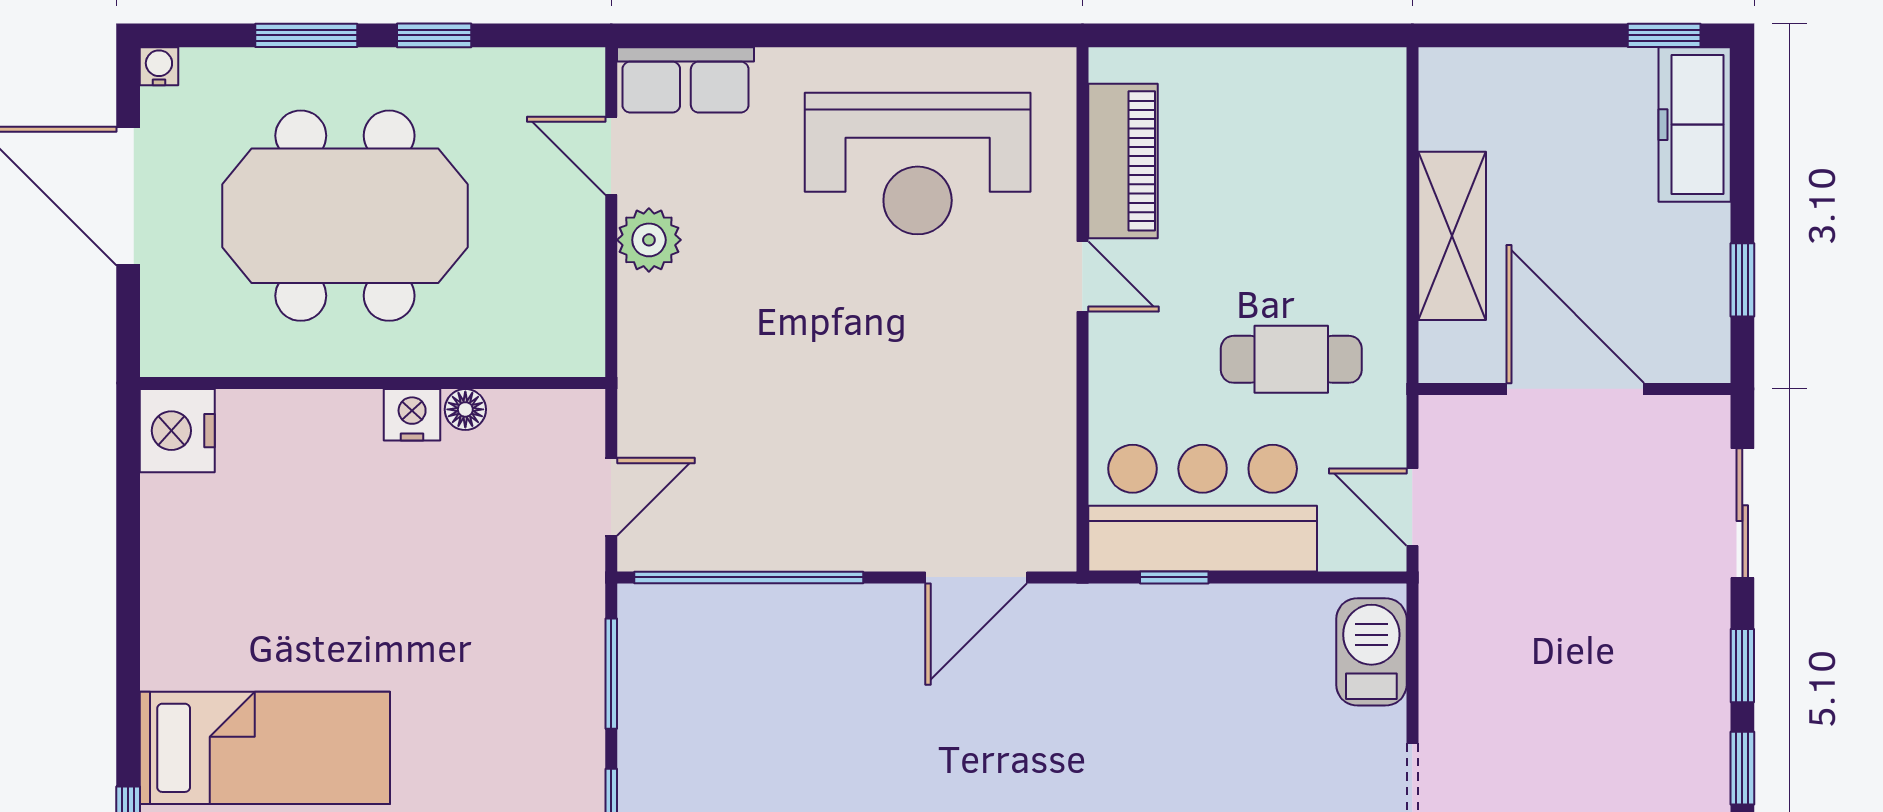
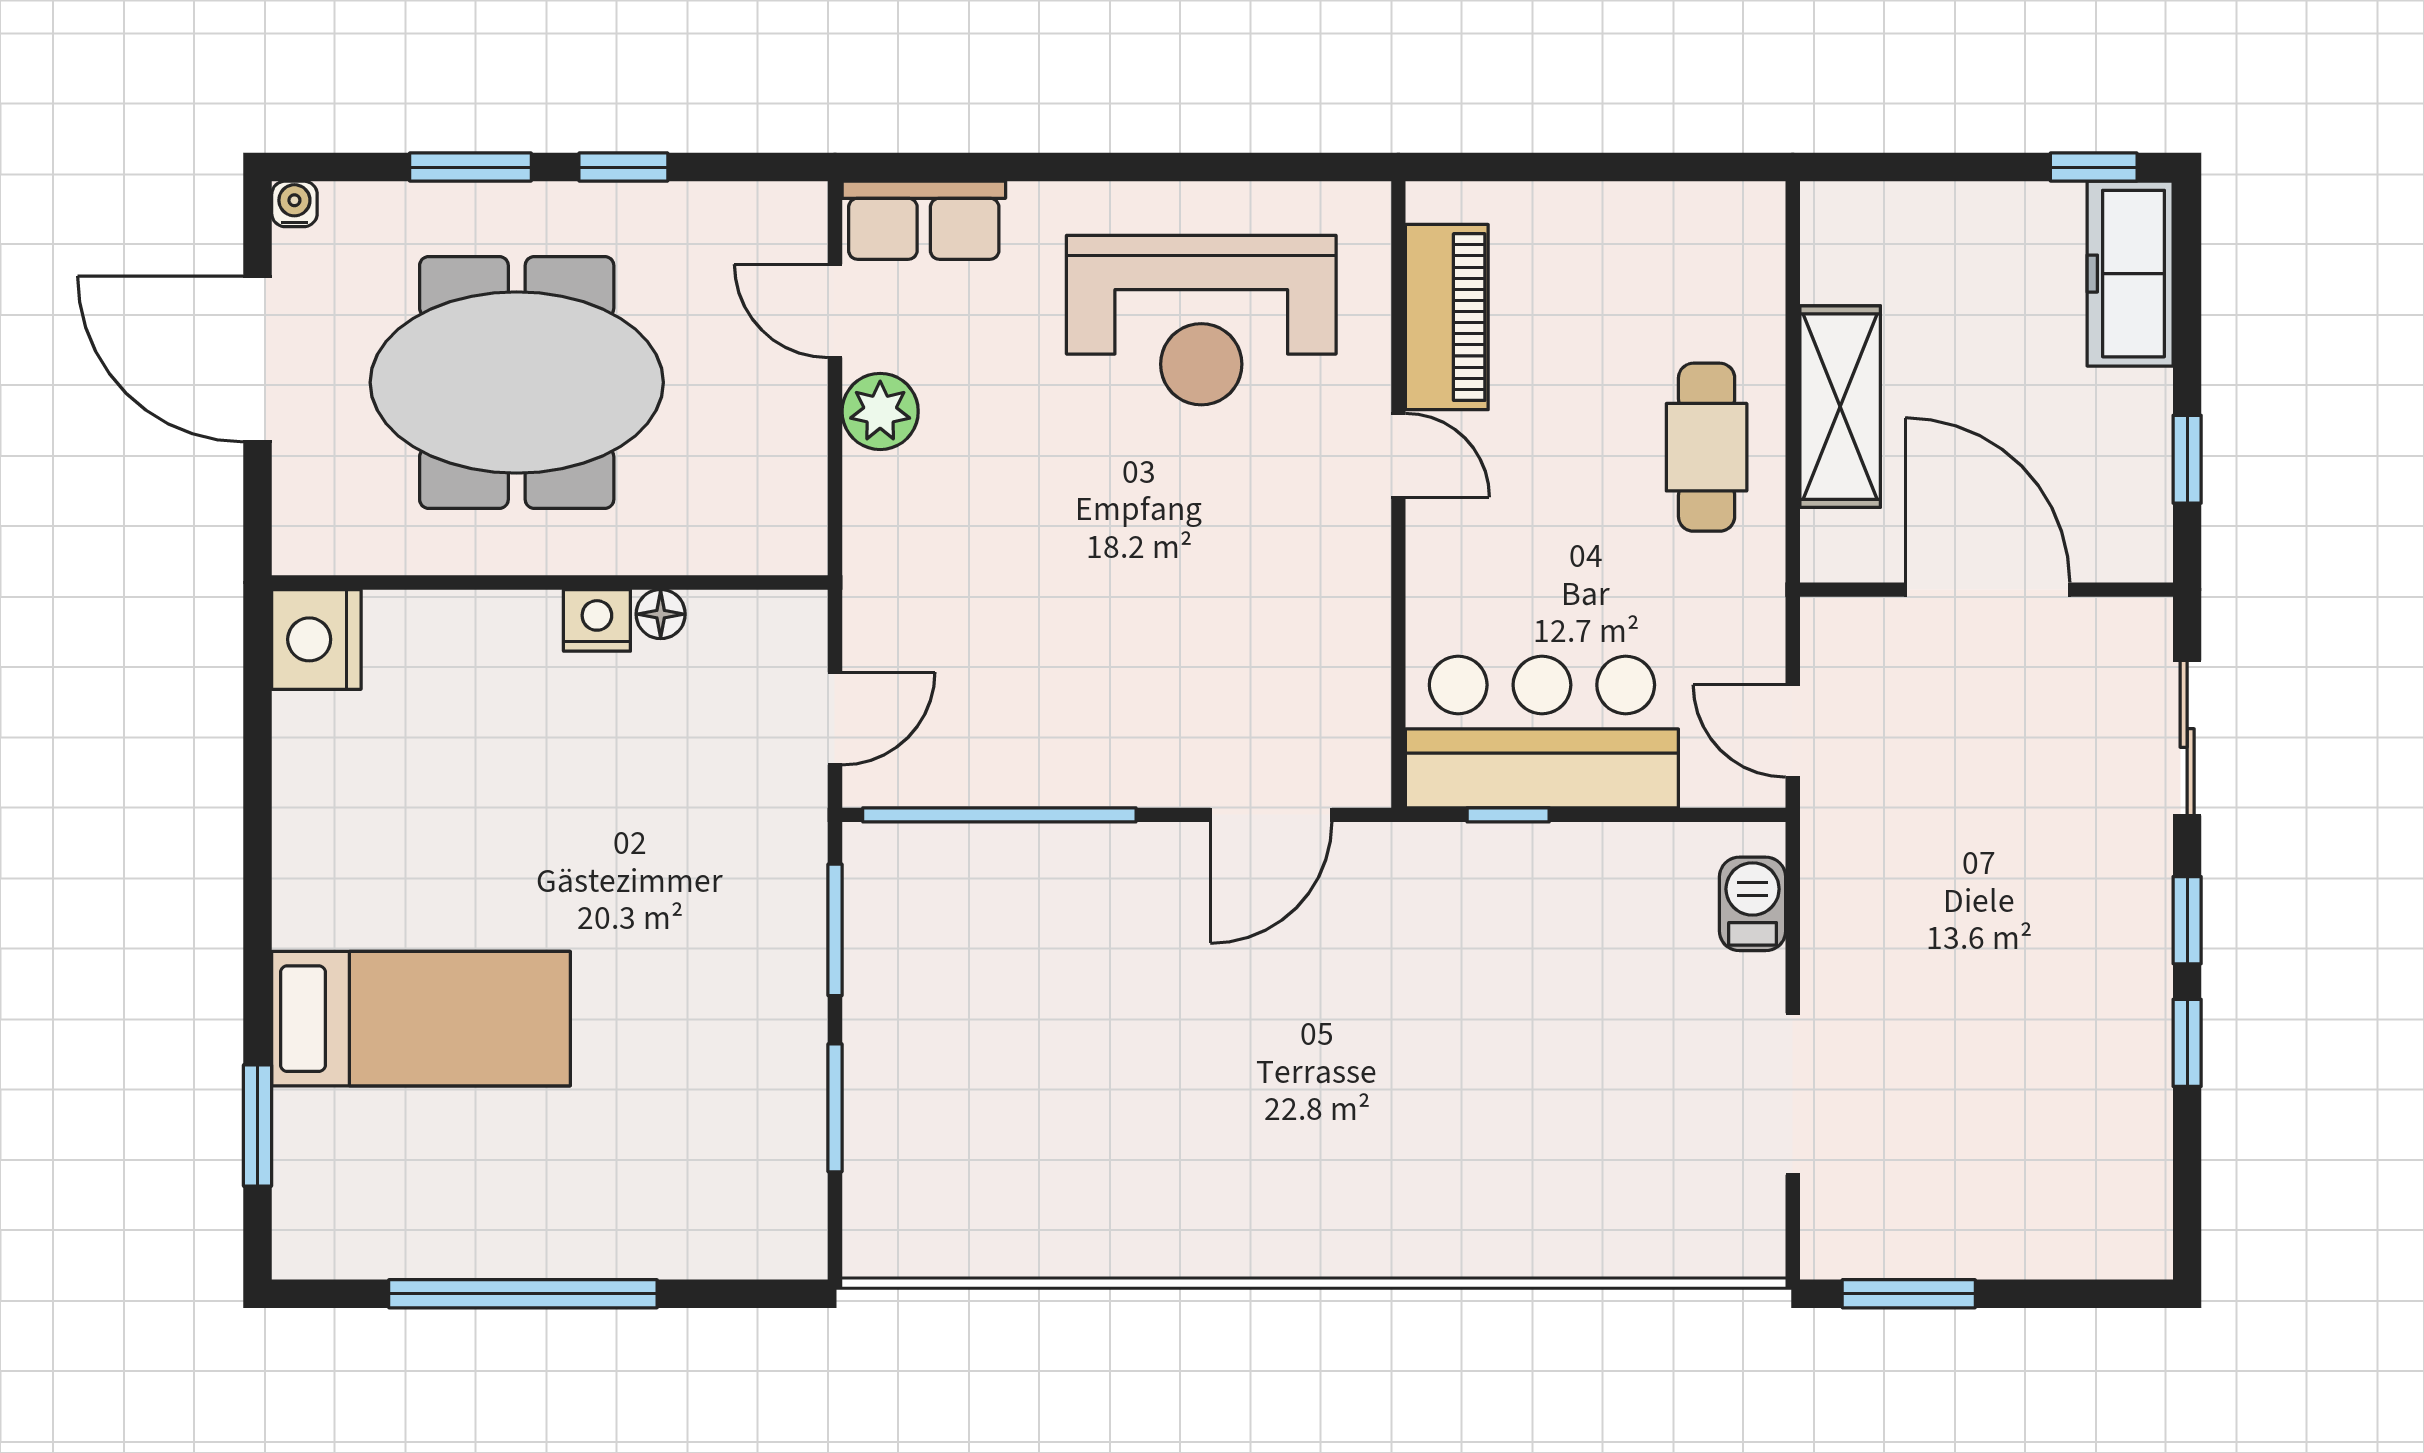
cafe table: (1291, 359) -> (1707, 447), moved, turned 90
barbecue: (1371, 652) -> (1753, 904), width x0.73, depth x0.79

